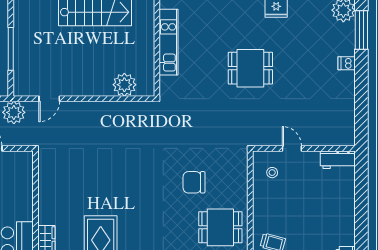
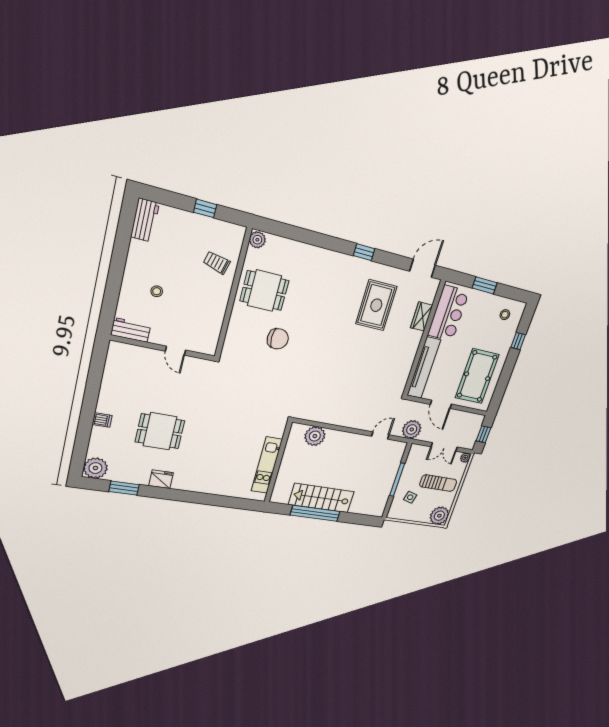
window: (361, 30) -> (81, 448), removed
dining table: (250, 68) -> (160, 431), moved
stool: (272, 173) -> (157, 291), moved
tv unit: (24, 186) -> (424, 368), added

